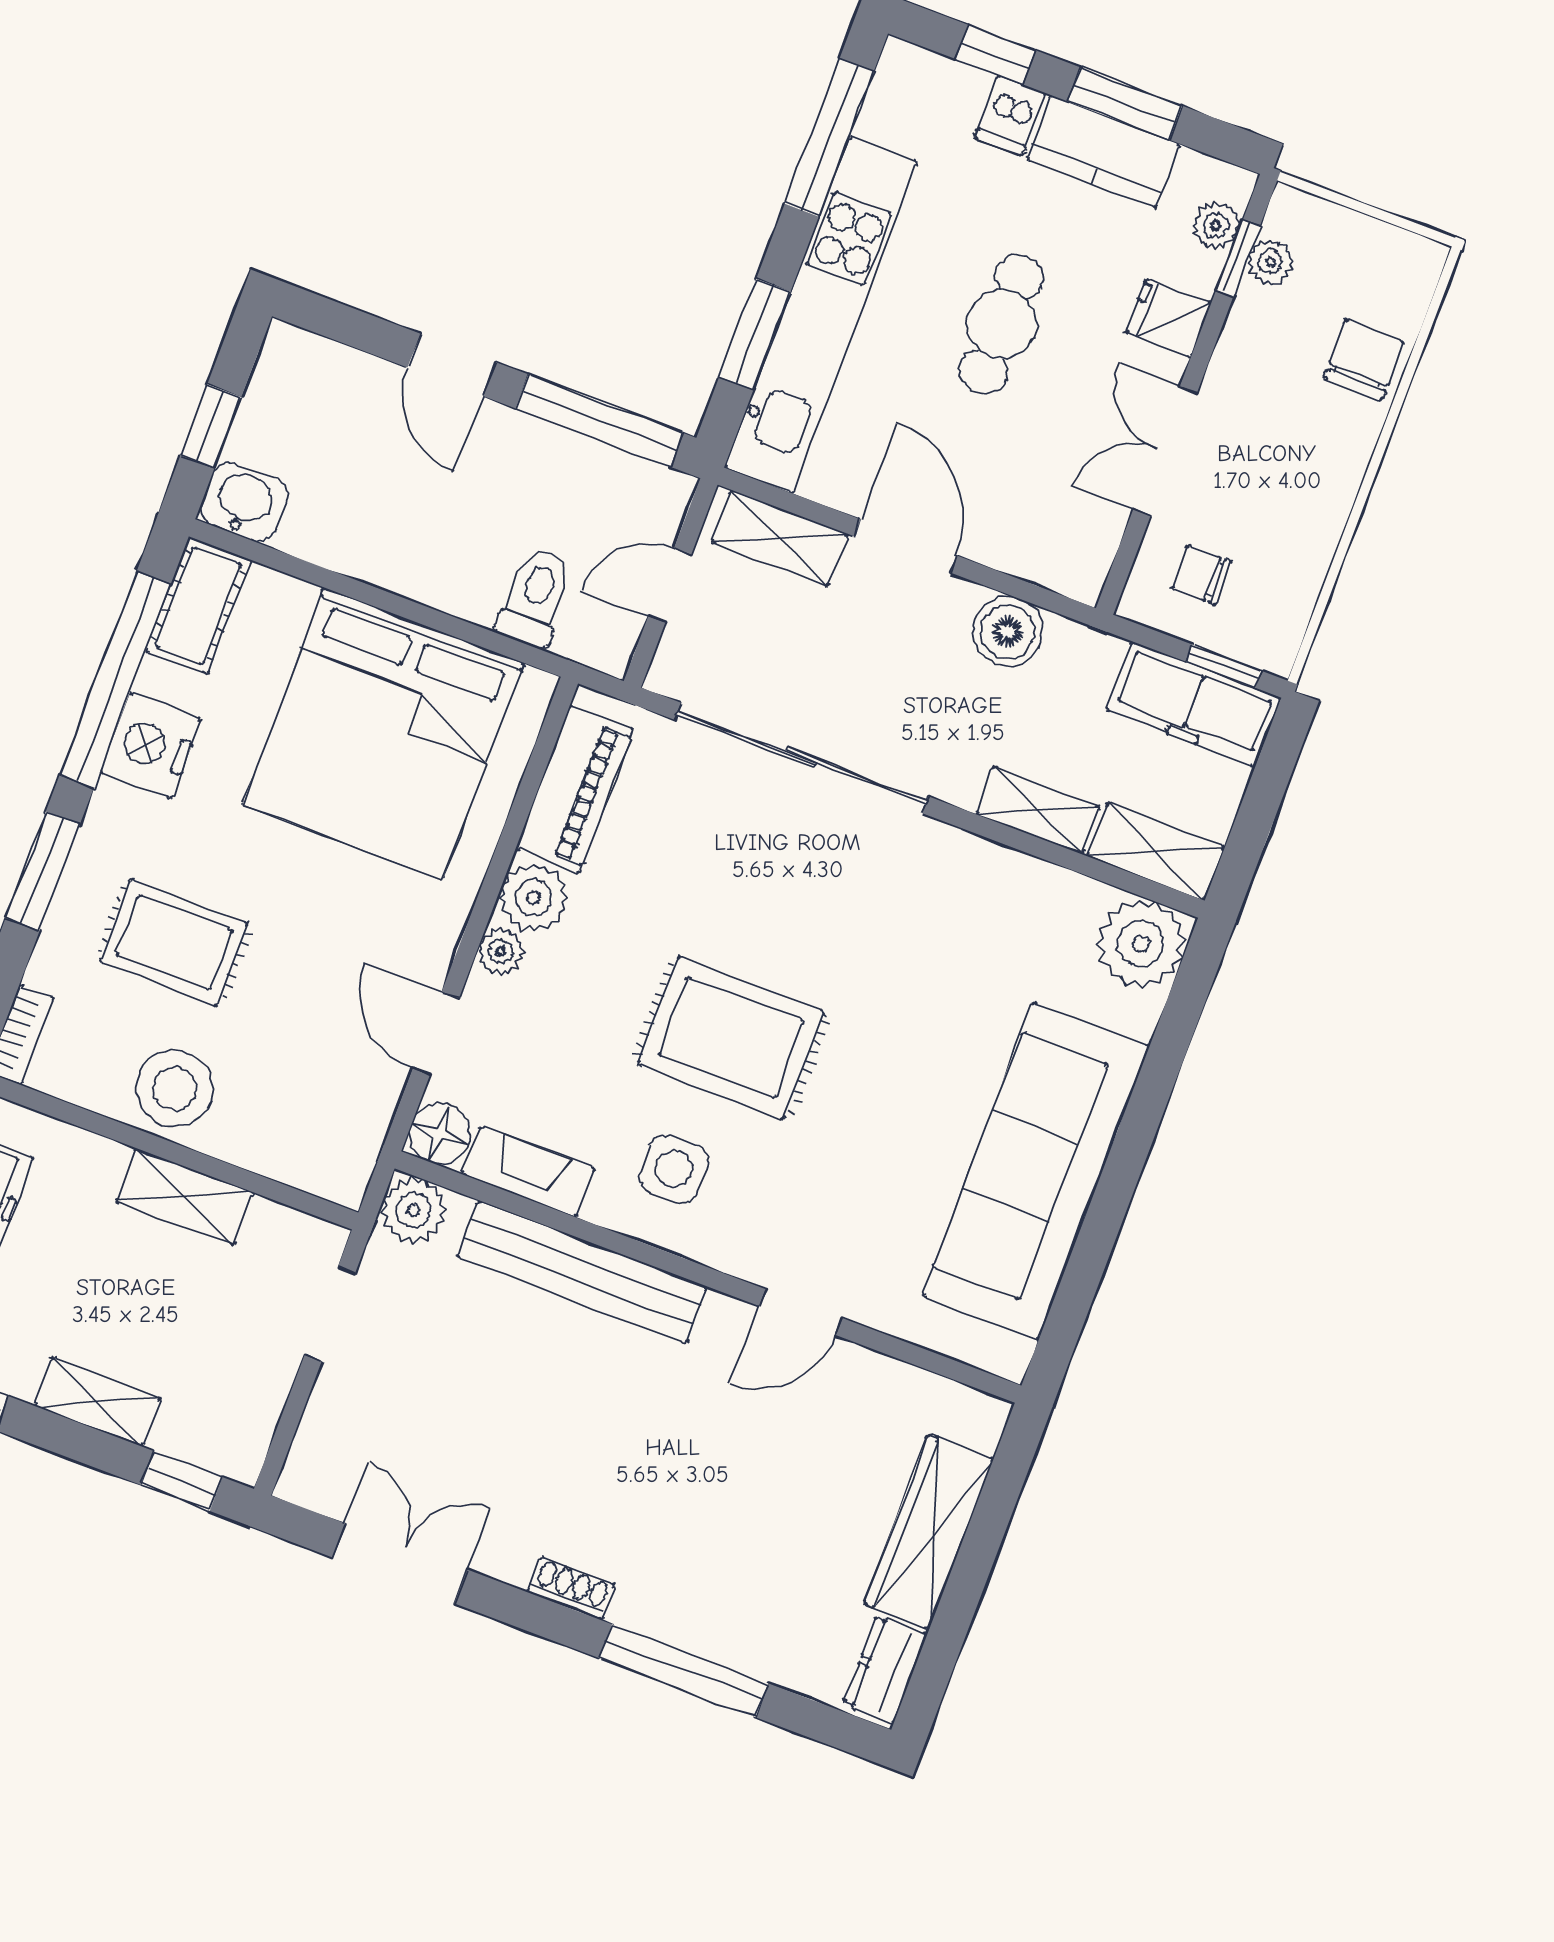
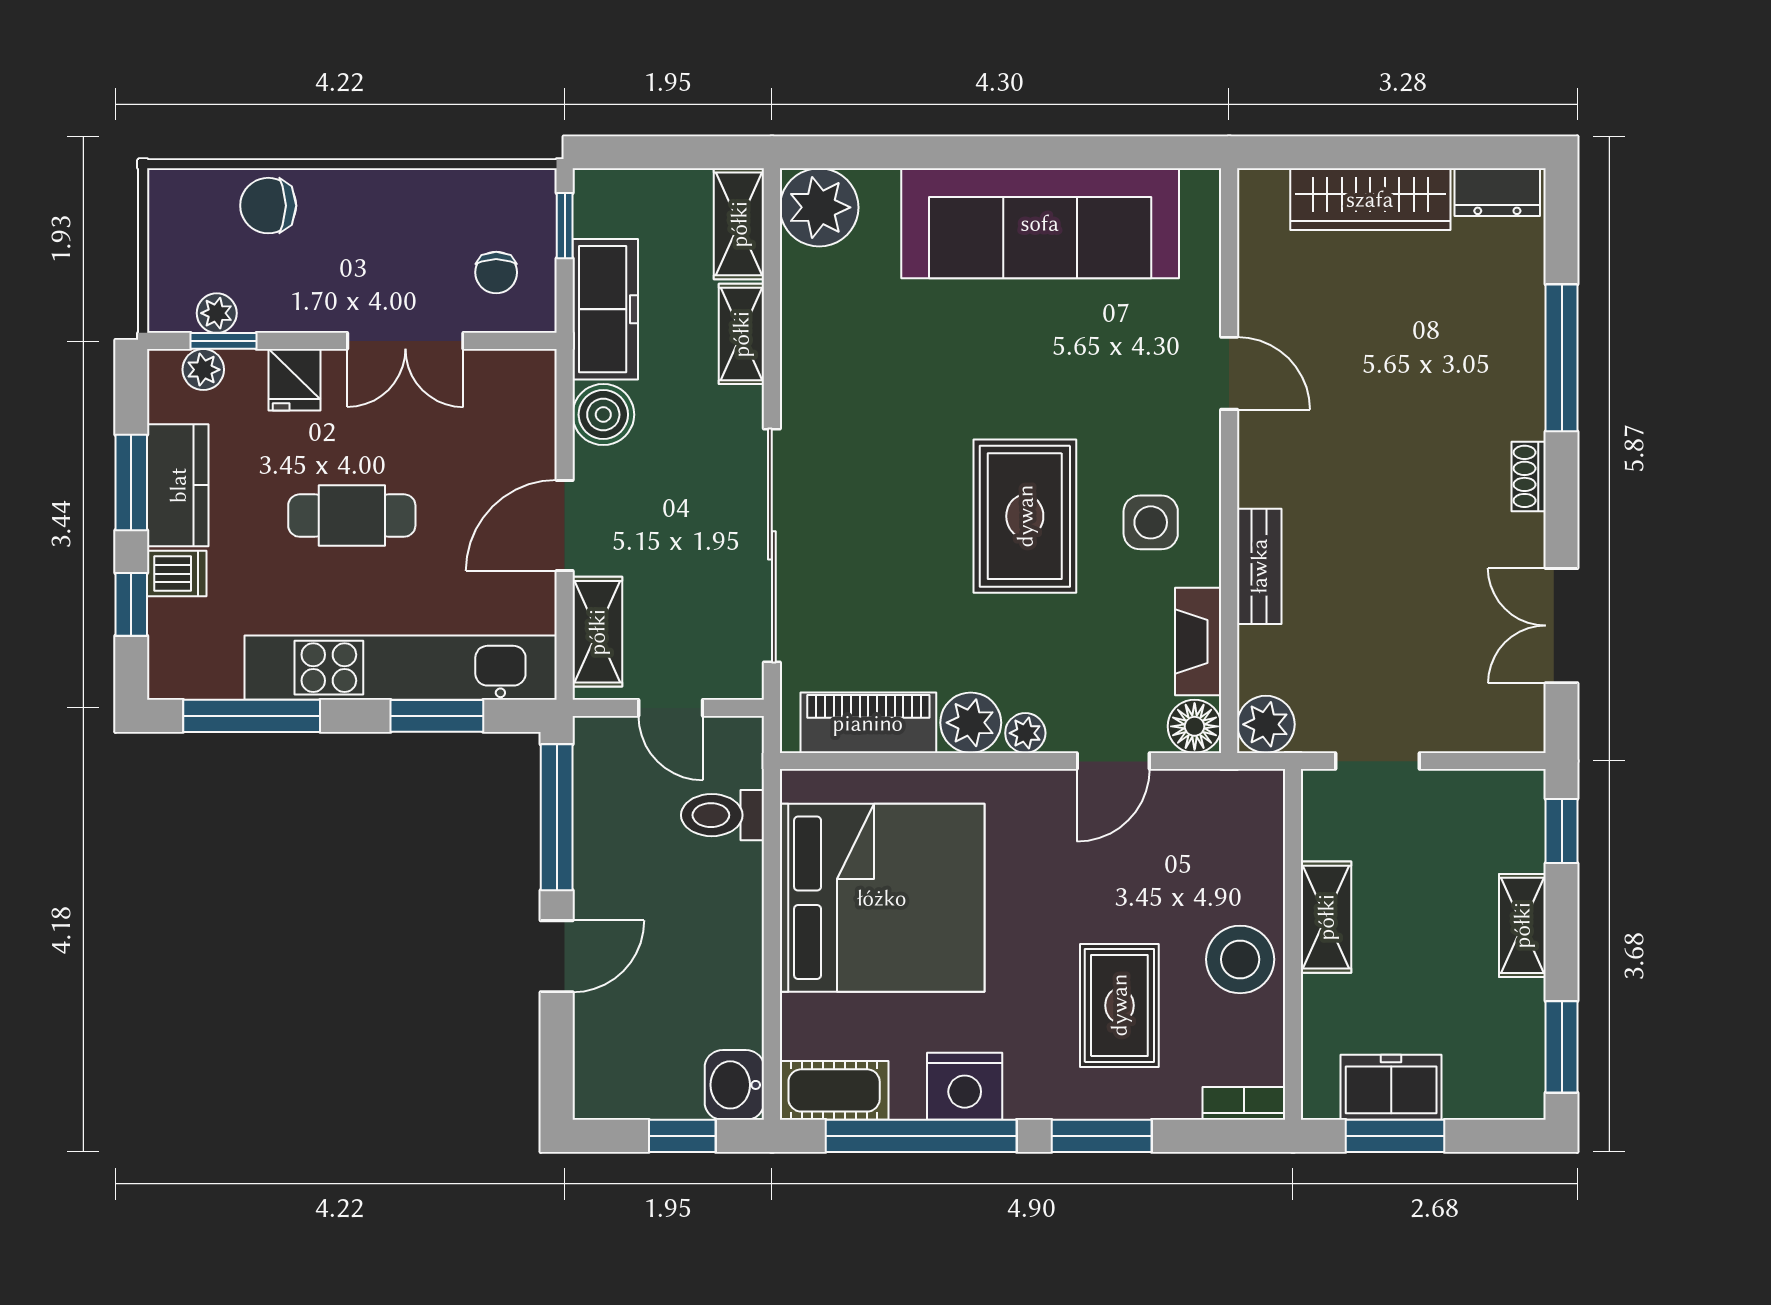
freezer: (1194, 704) -> (605, 309), moved
bench: (582, 1272) -> (1259, 566), width x0.54, depth x0.82

